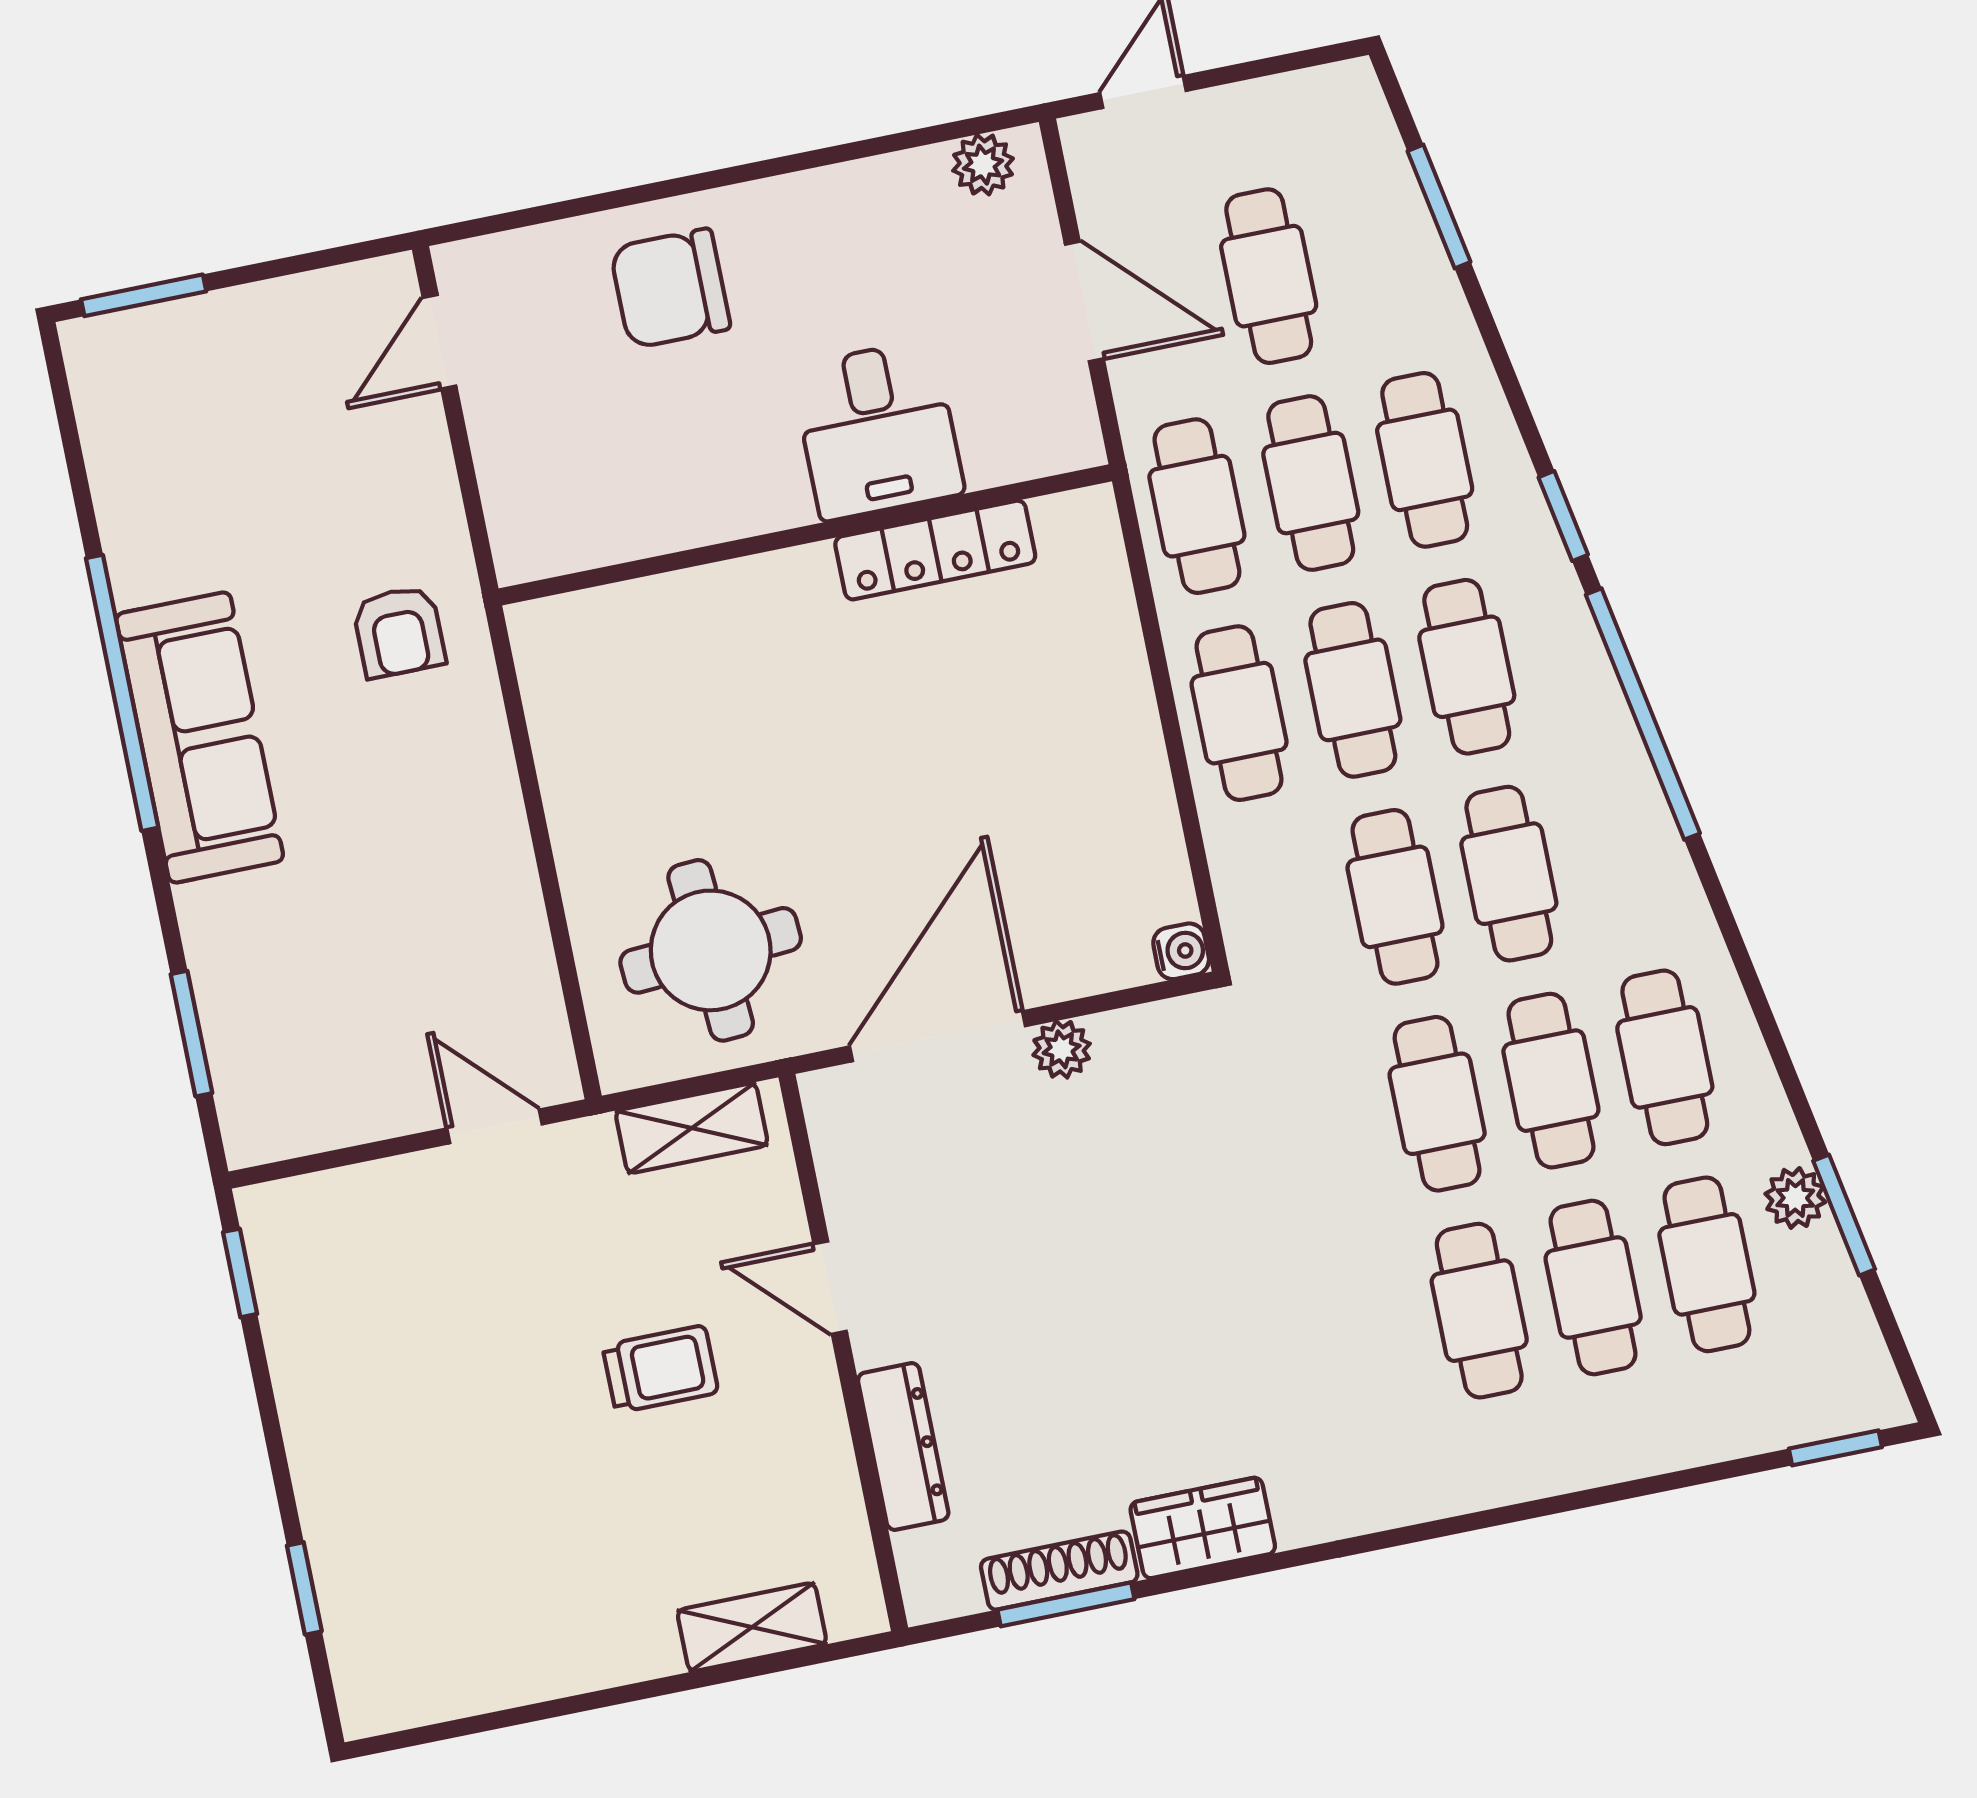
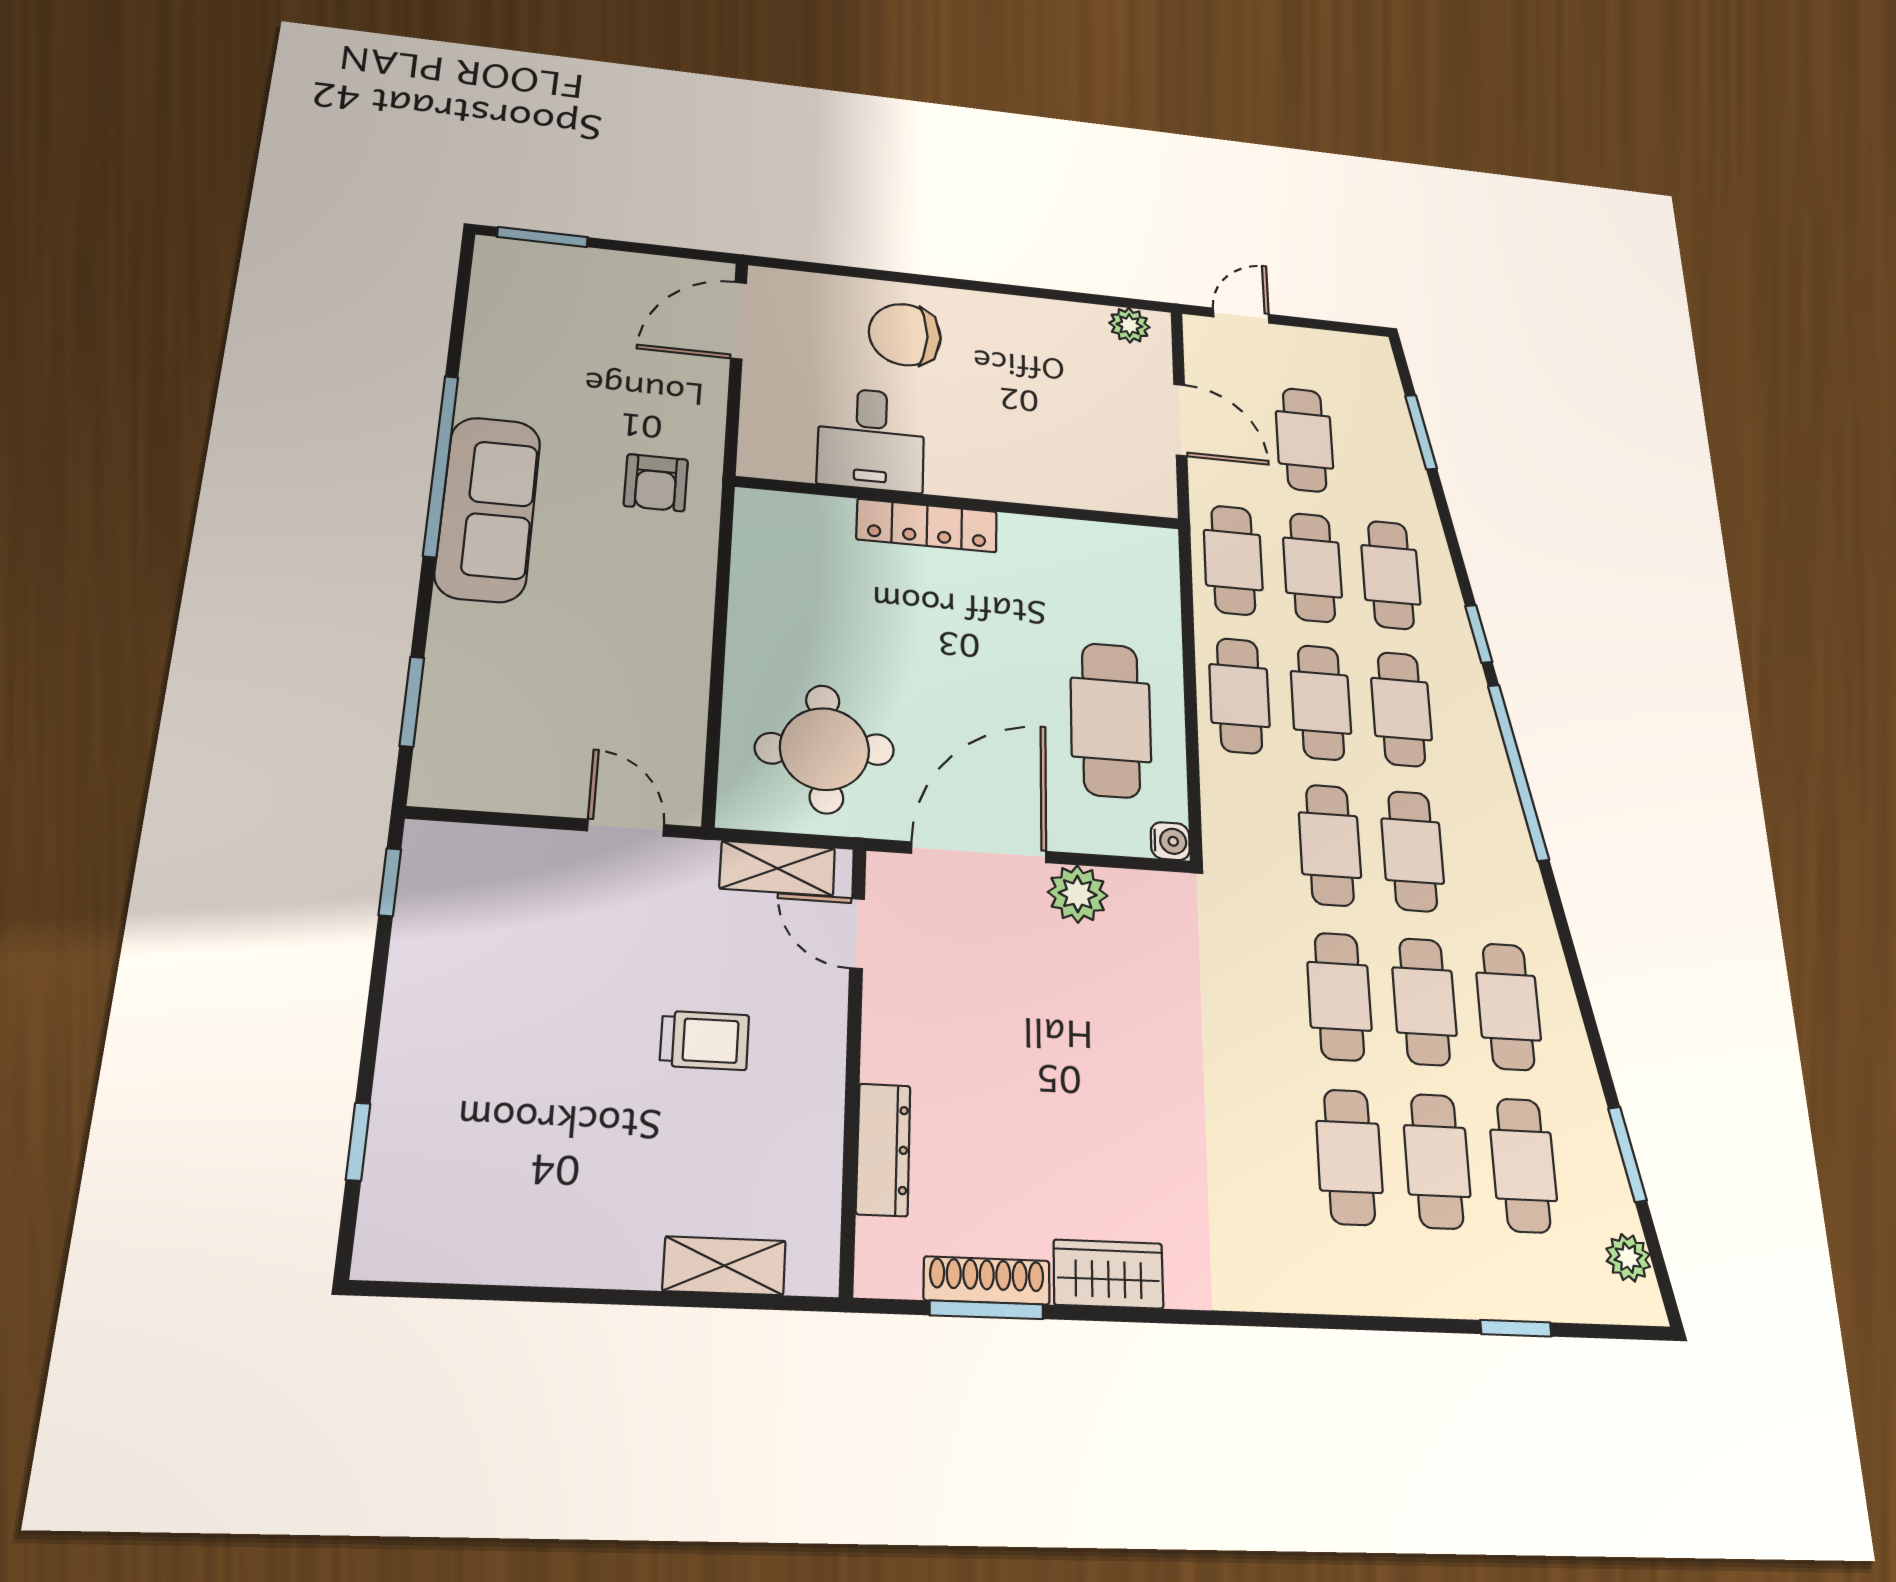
door: (440, 342) -> (739, 320), width x1.38
desk: (878, 430) -> (871, 439), moved
locker: (935, 550) -> (927, 526), moved
cafe table: (1072, 800) -> (1111, 720), added
plant: (1062, 1049) -> (1078, 894), width x1.38, depth x1.38
plant: (1795, 1198) -> (1628, 1258), moved
door: (830, 1288) -> (857, 933), moved
window: (1835, 1448) -> (1516, 1328), moved

